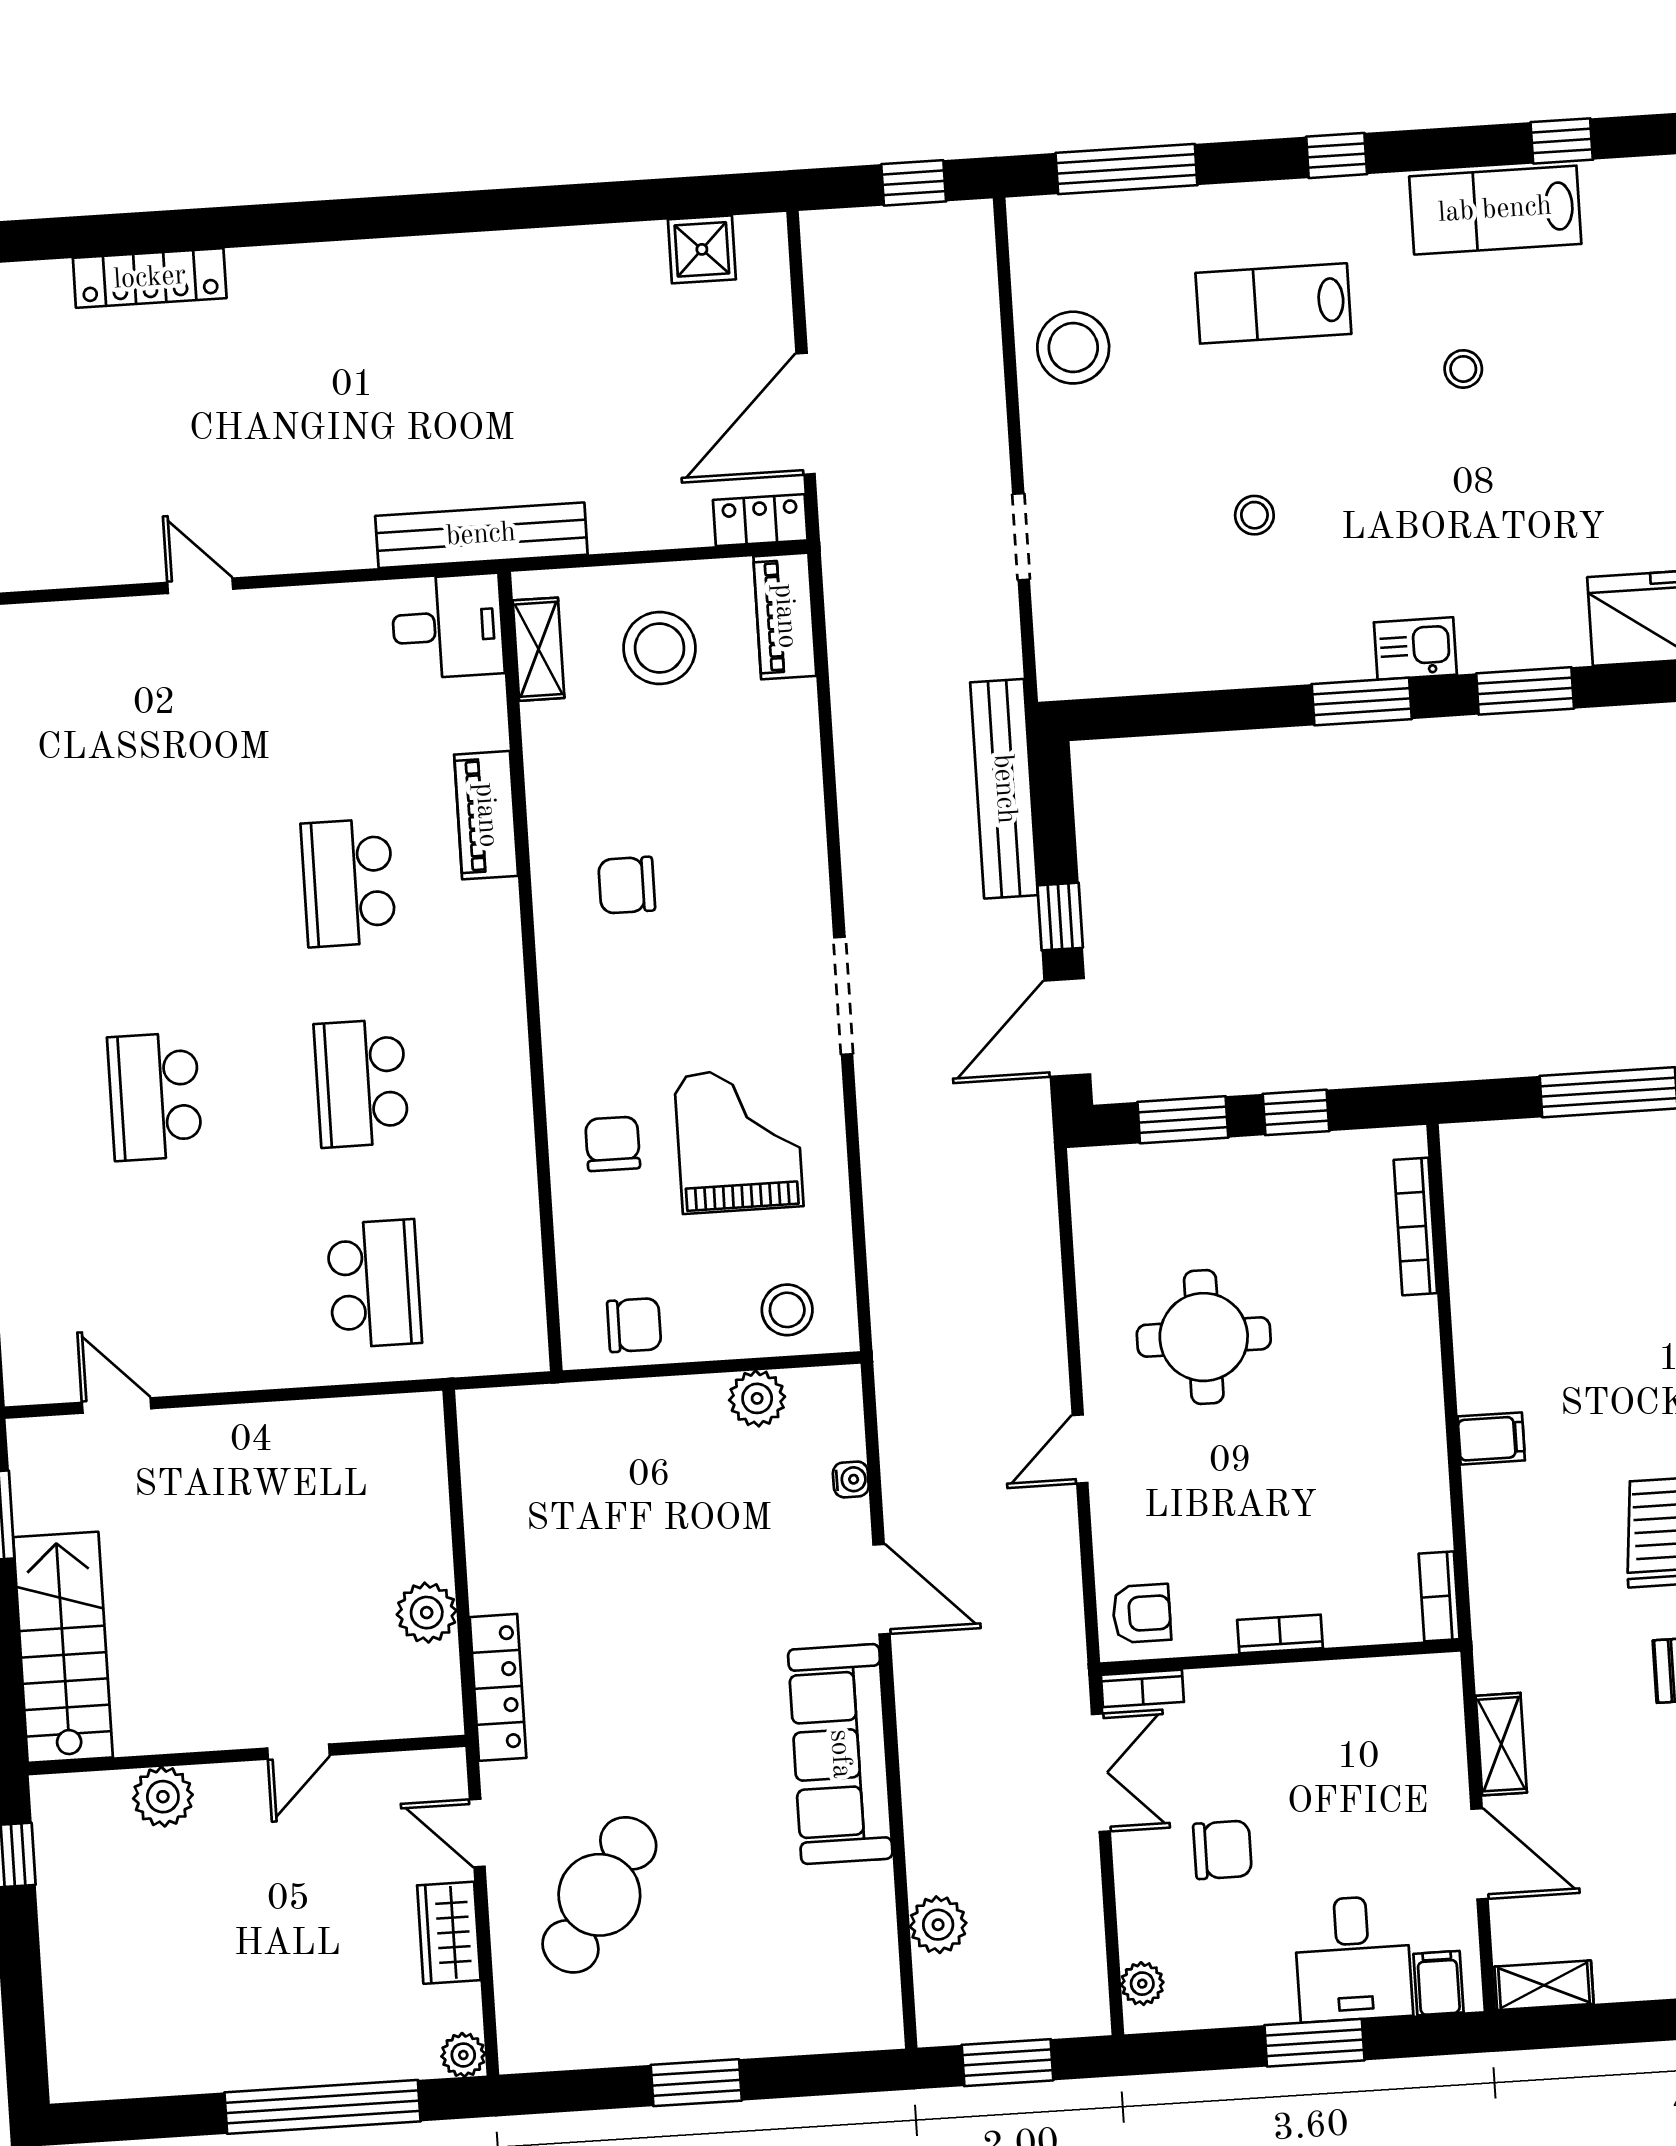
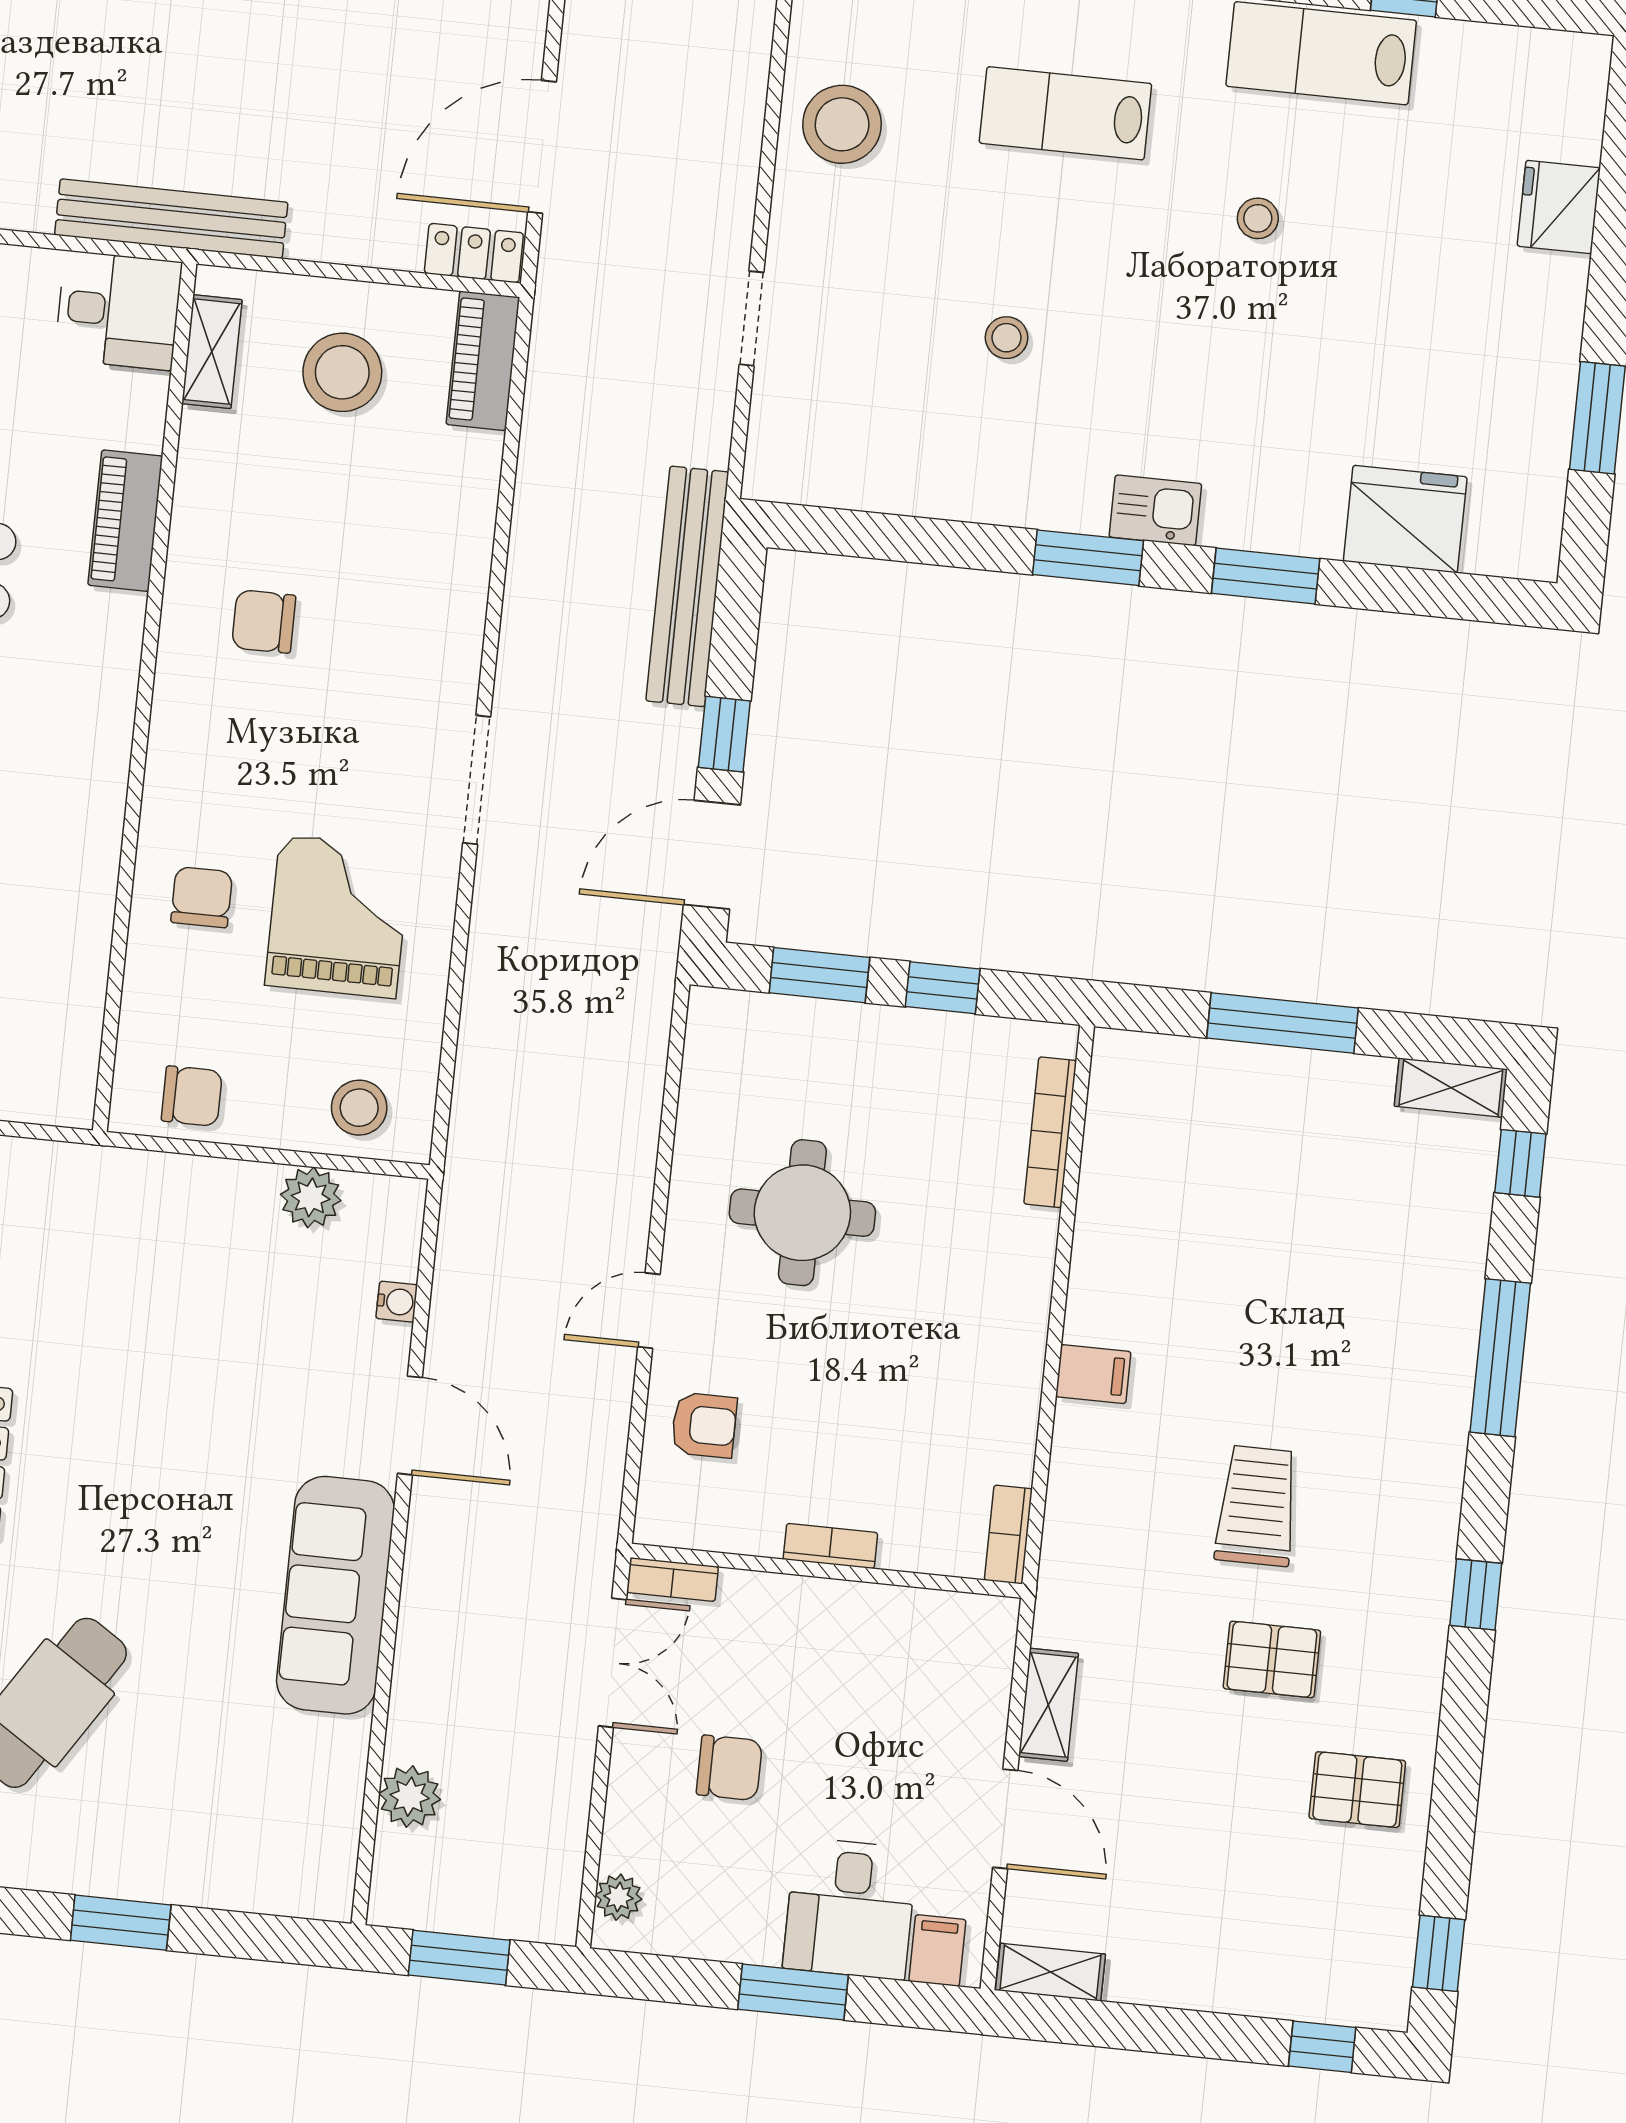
armchair: (1142, 1613) -> (704, 1425), moved

